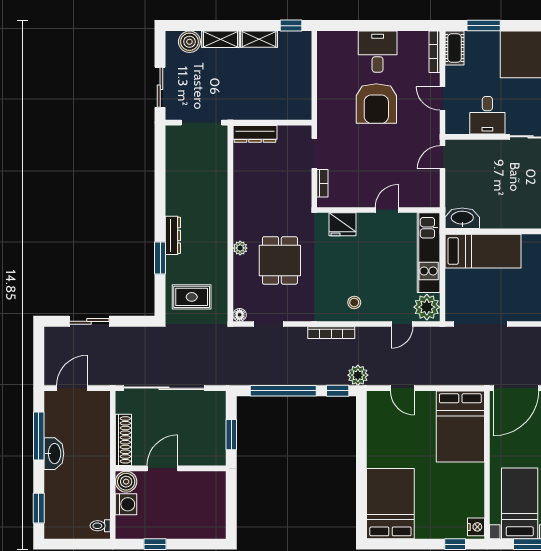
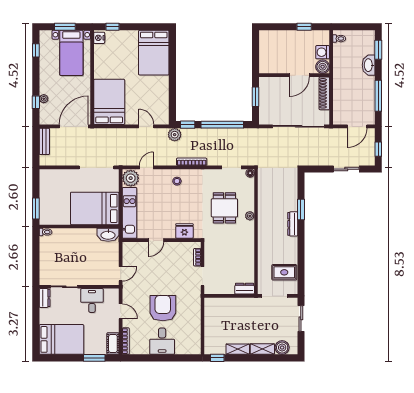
dresser: (255, 134) -> (245, 289), width x0.70
bed: (483, 251) -> (95, 208), width x1.50
rug: (192, 297) -> (284, 272), moved
window: (39, 353) -> (378, 149), added
washbasin: (54, 454) -> (369, 65), moved

